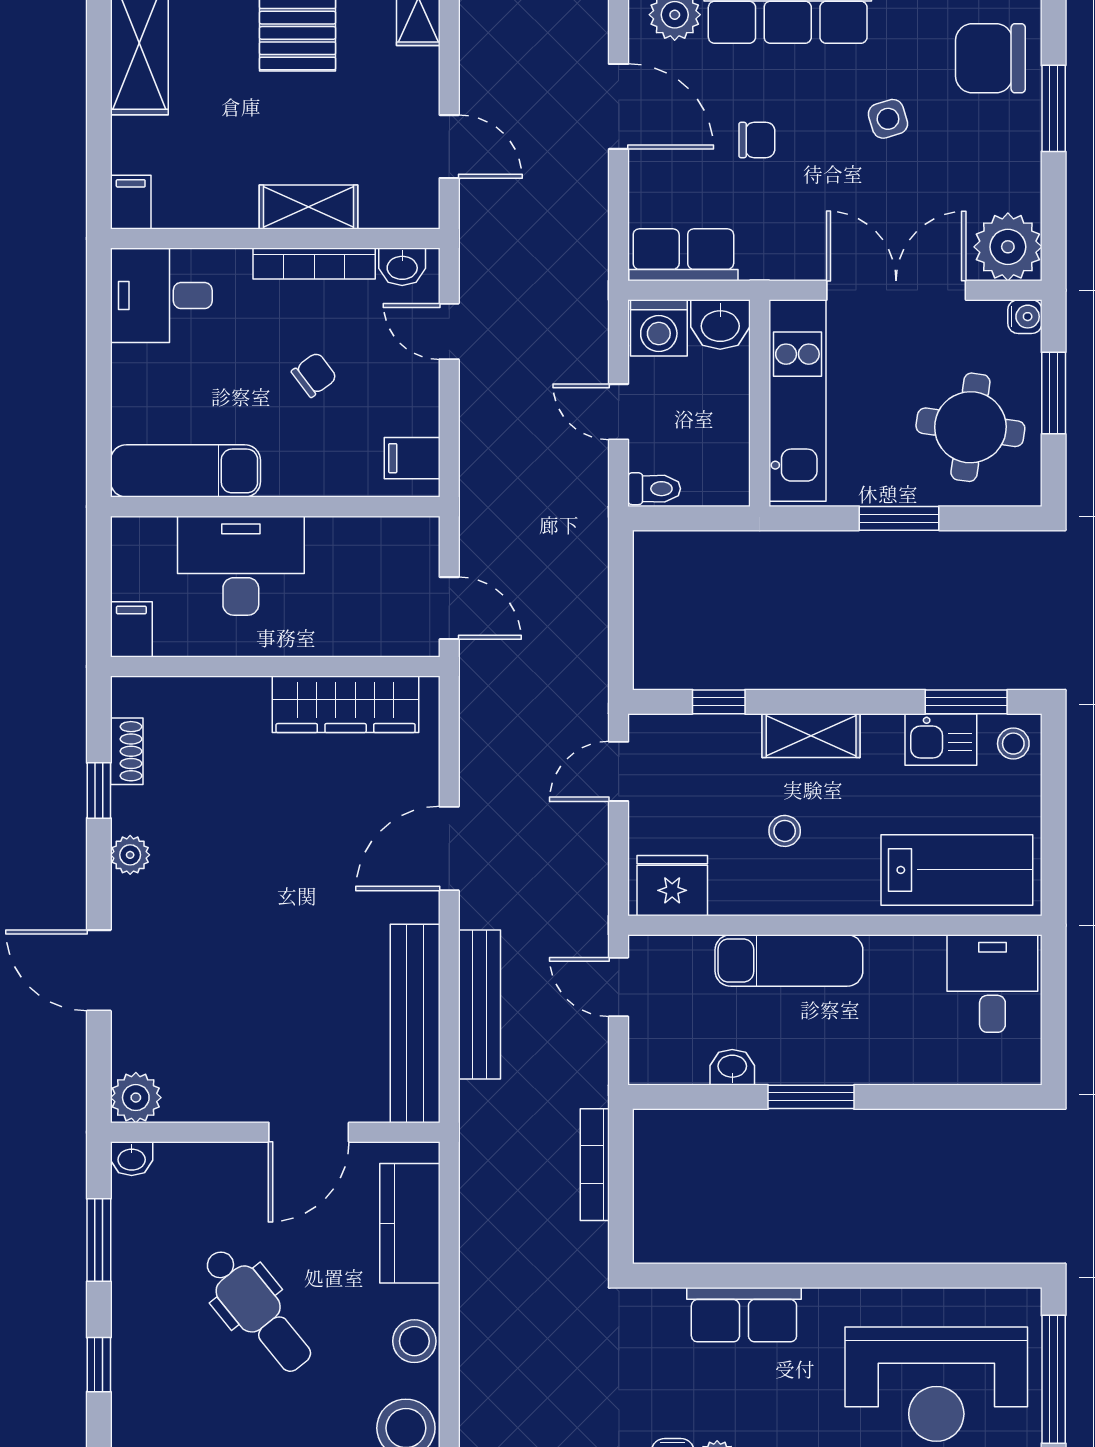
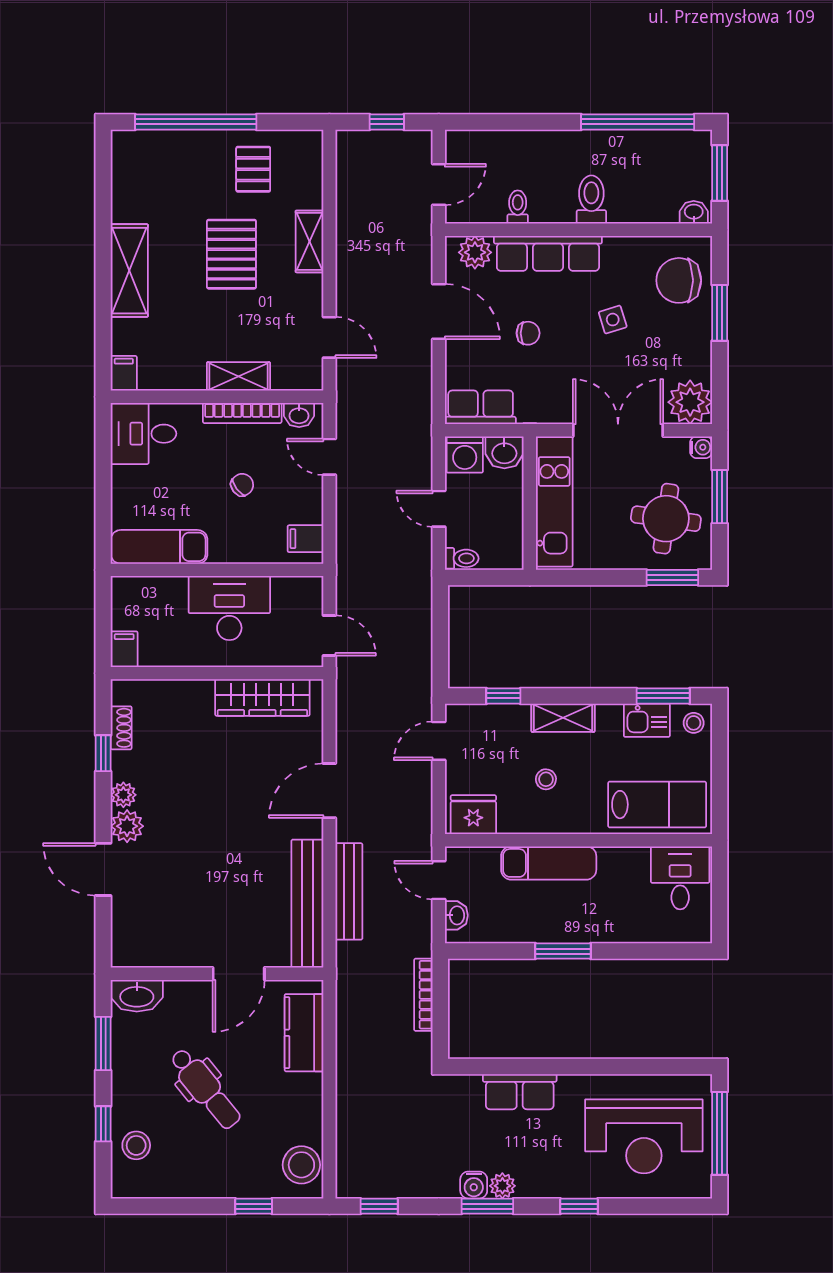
window: (899, 518) -> (672, 578), moved
desk: (241, 566) -> (229, 608), moved
washbasin: (732, 1067) -> (456, 915), moved, turned 90
plant: (136, 1098) -> (127, 826), moved
washbasin: (132, 1159) -> (137, 996), width x1.91, depth x1.45
stool: (414, 1341) -> (136, 1145), moved

